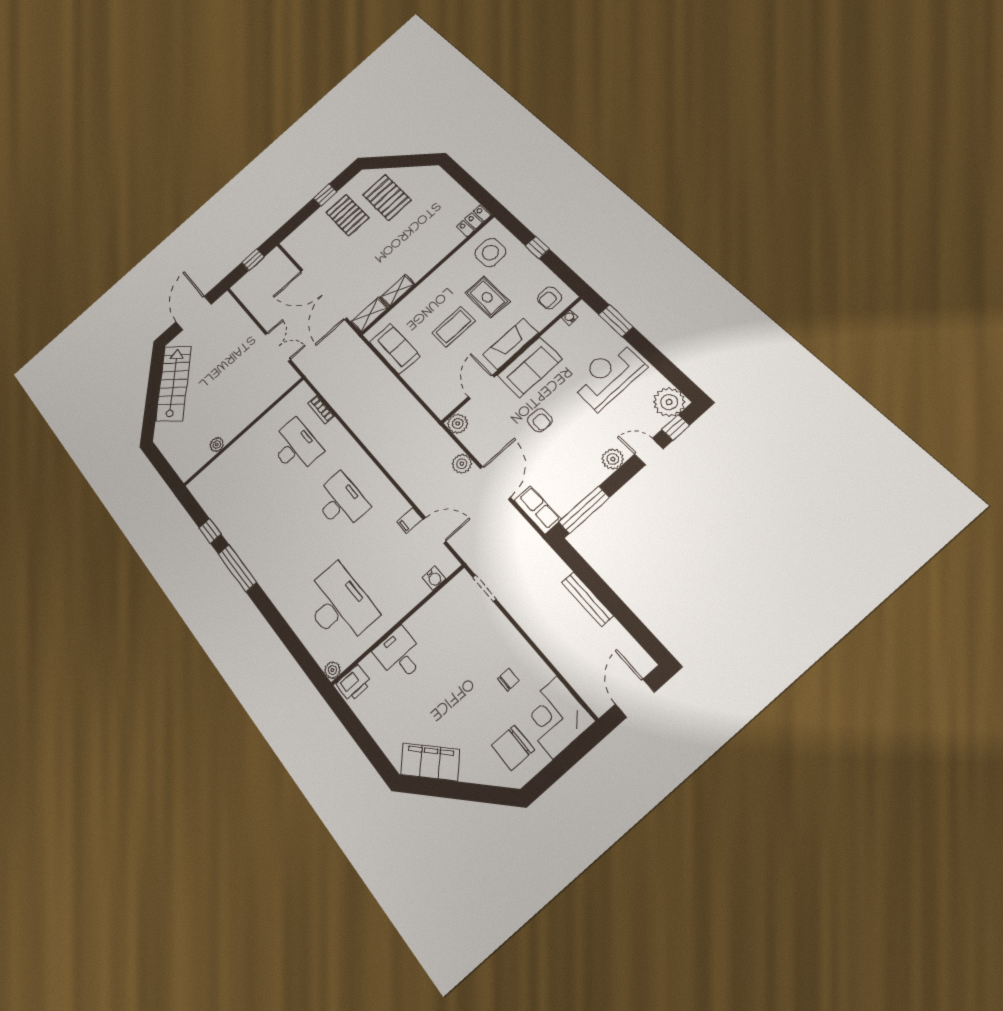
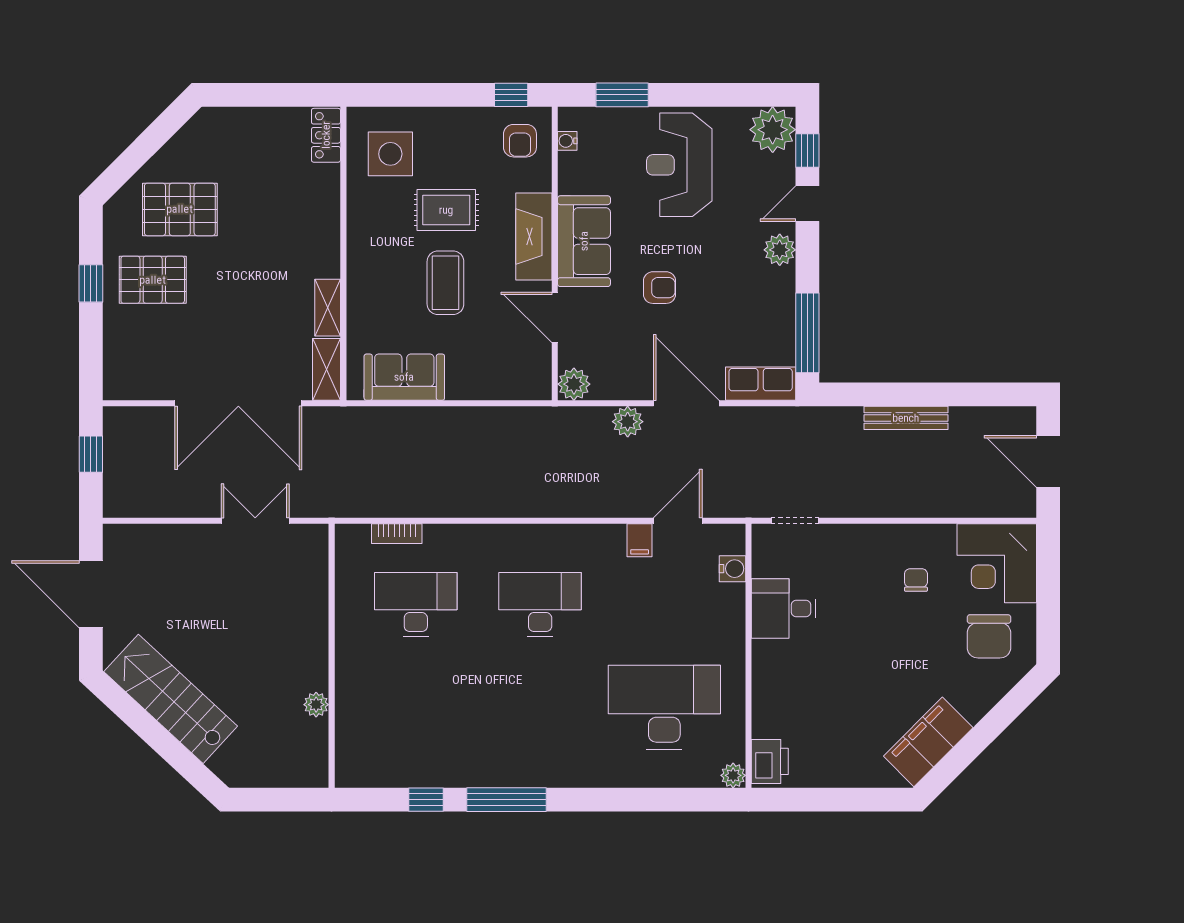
window: (537, 247) -> (511, 95), moved
desk: (399, 655) -> (784, 609), moved

